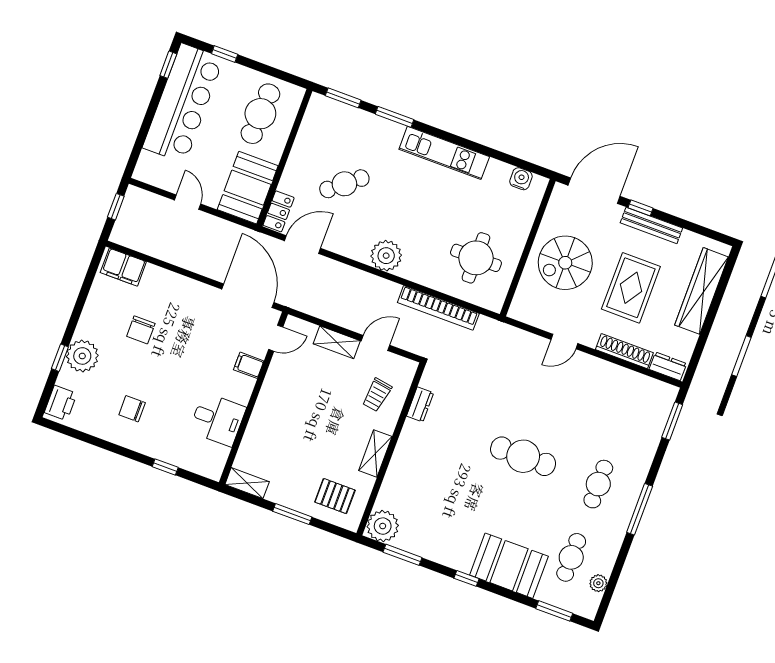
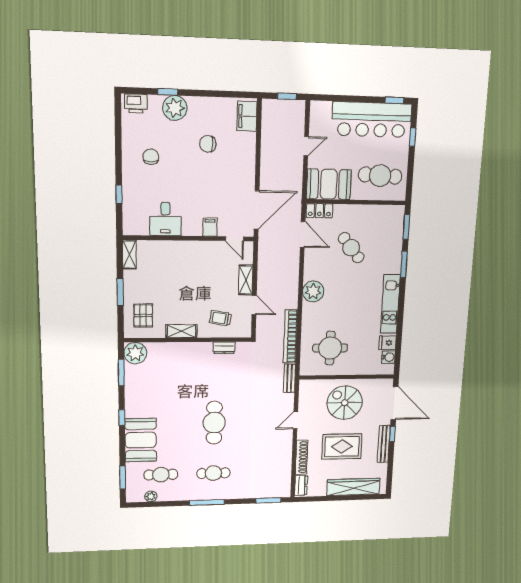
fridge: (499, 174) -> (388, 343), added
bench: (499, 329) -> (289, 378), added
door: (564, 341) -> (295, 420), hinge flipped

